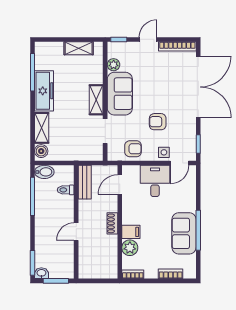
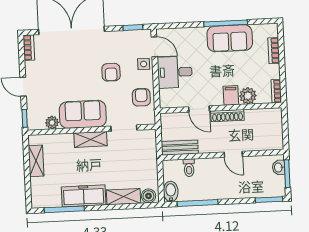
bookcase: (177, 46) -> (29, 48), width x0.64
door: (120, 185) -> (199, 109), moved
shoe rack: (112, 223) -> (227, 116), width x1.43
washbasin: (41, 273) -> (279, 167), moved

